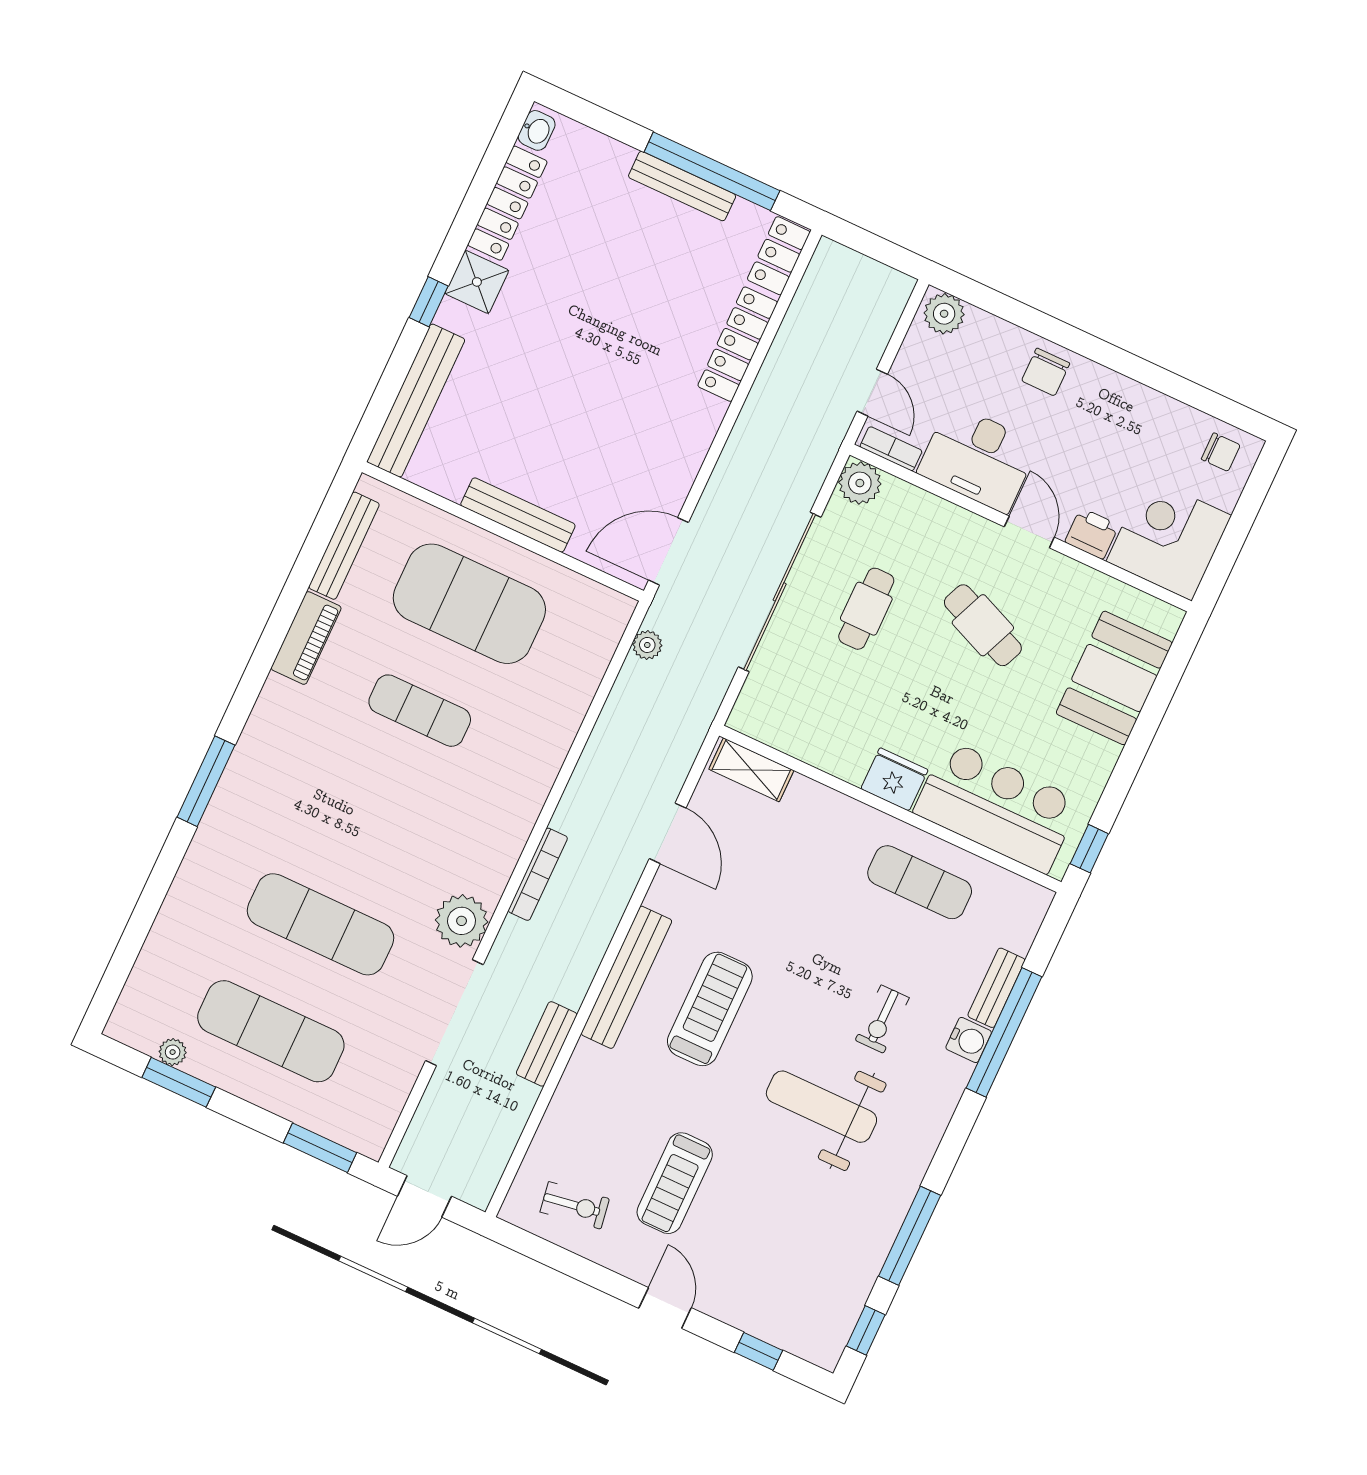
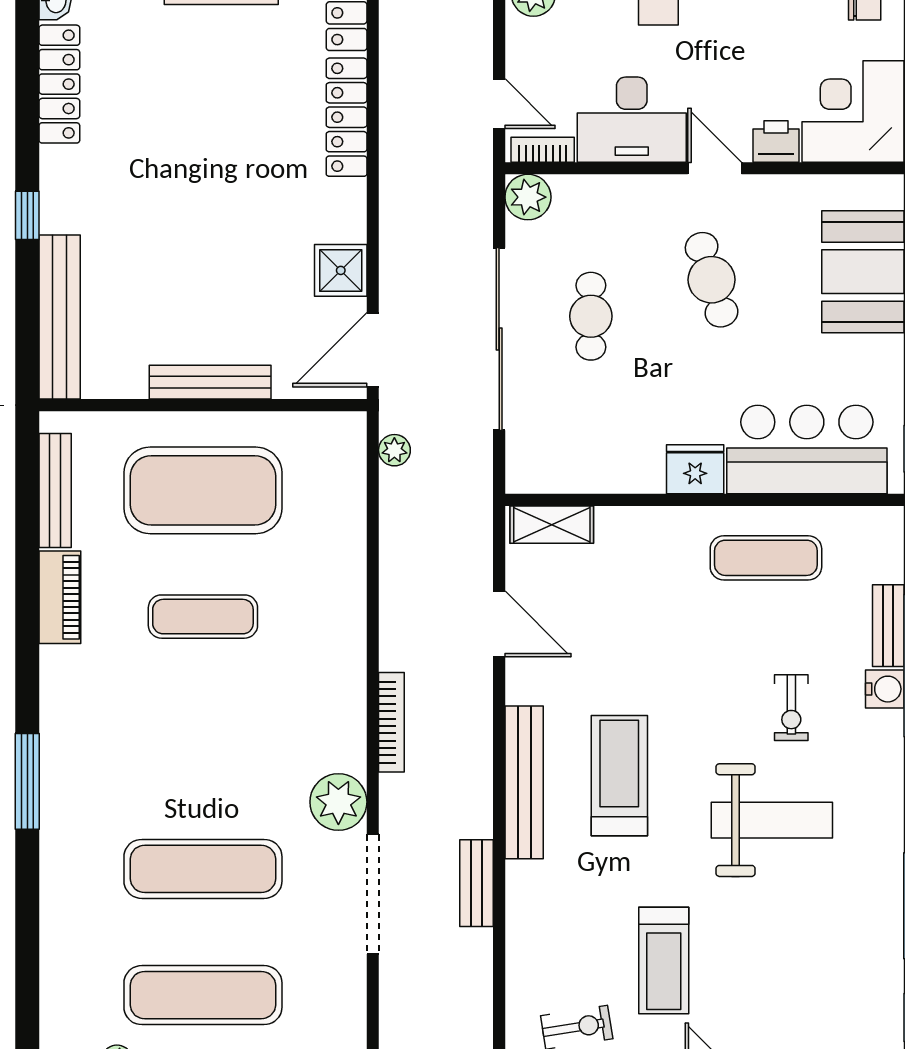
shower: (477, 282) -> (341, 270), moved
cafe table: (983, 625) -> (712, 280), turned 50
weight bench: (821, 1107) -> (772, 820), turned 180

